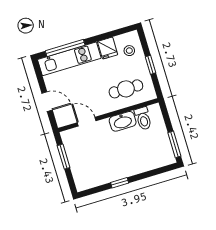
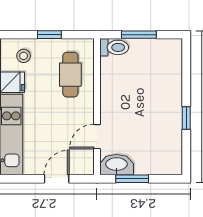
toilet: (143, 118) -> (114, 47), moved
washbasin: (123, 121) -> (117, 165), moved, turned -90
window: (174, 144) -> (139, 35), moved

